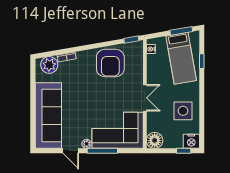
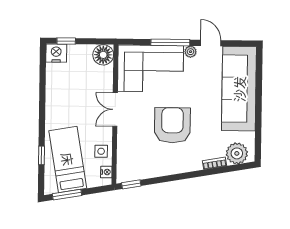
armchair: (110, 63) -> (172, 125), moved
side table: (183, 111) -> (101, 151), moved, width x0.54, depth x0.54

